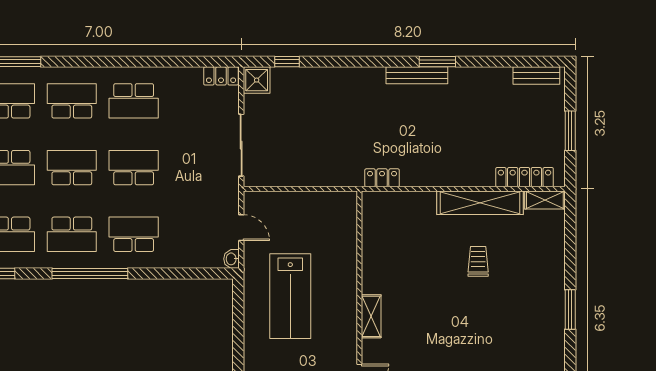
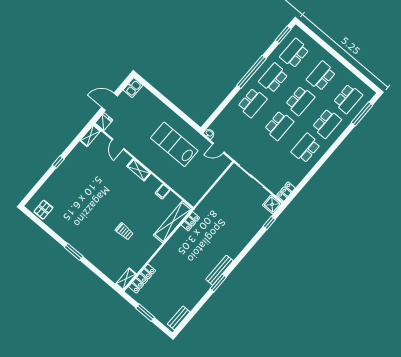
shelving: (480, 203) -> (173, 222), moved
filing cabinet: (373, 255) -> (163, 192), added

